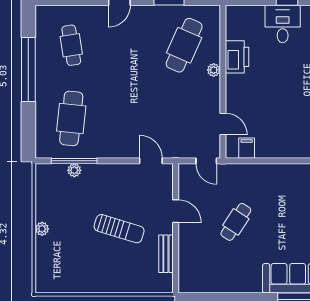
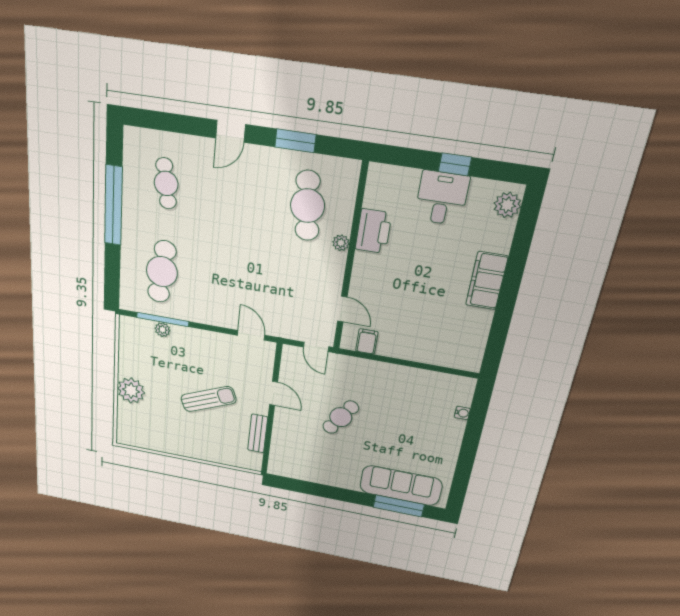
cafe table: (184, 45) -> (307, 206), turned -30
plant: (42, 229) -> (131, 390), width x1.88, depth x1.88
sun lounger: (119, 229) -> (208, 399), turned -40

